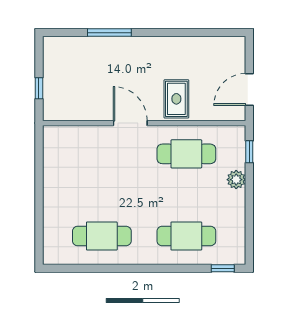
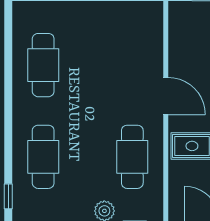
door: (130, 123) -> (166, 96), hinge flipped

